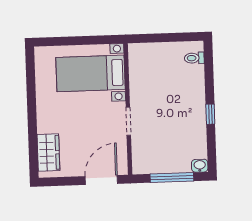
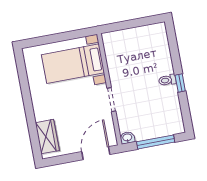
toilet: (194, 58) -> (167, 80), moved
washbasin: (200, 166) -> (127, 138), moved

